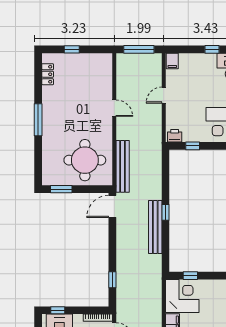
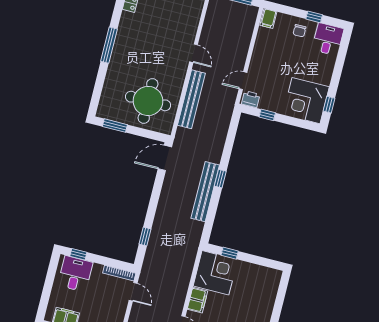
chair: (202, 65) -> (300, 31), added
door: (164, 95) -> (243, 81), moved
bench: (123, 166) -> (191, 99), moved

